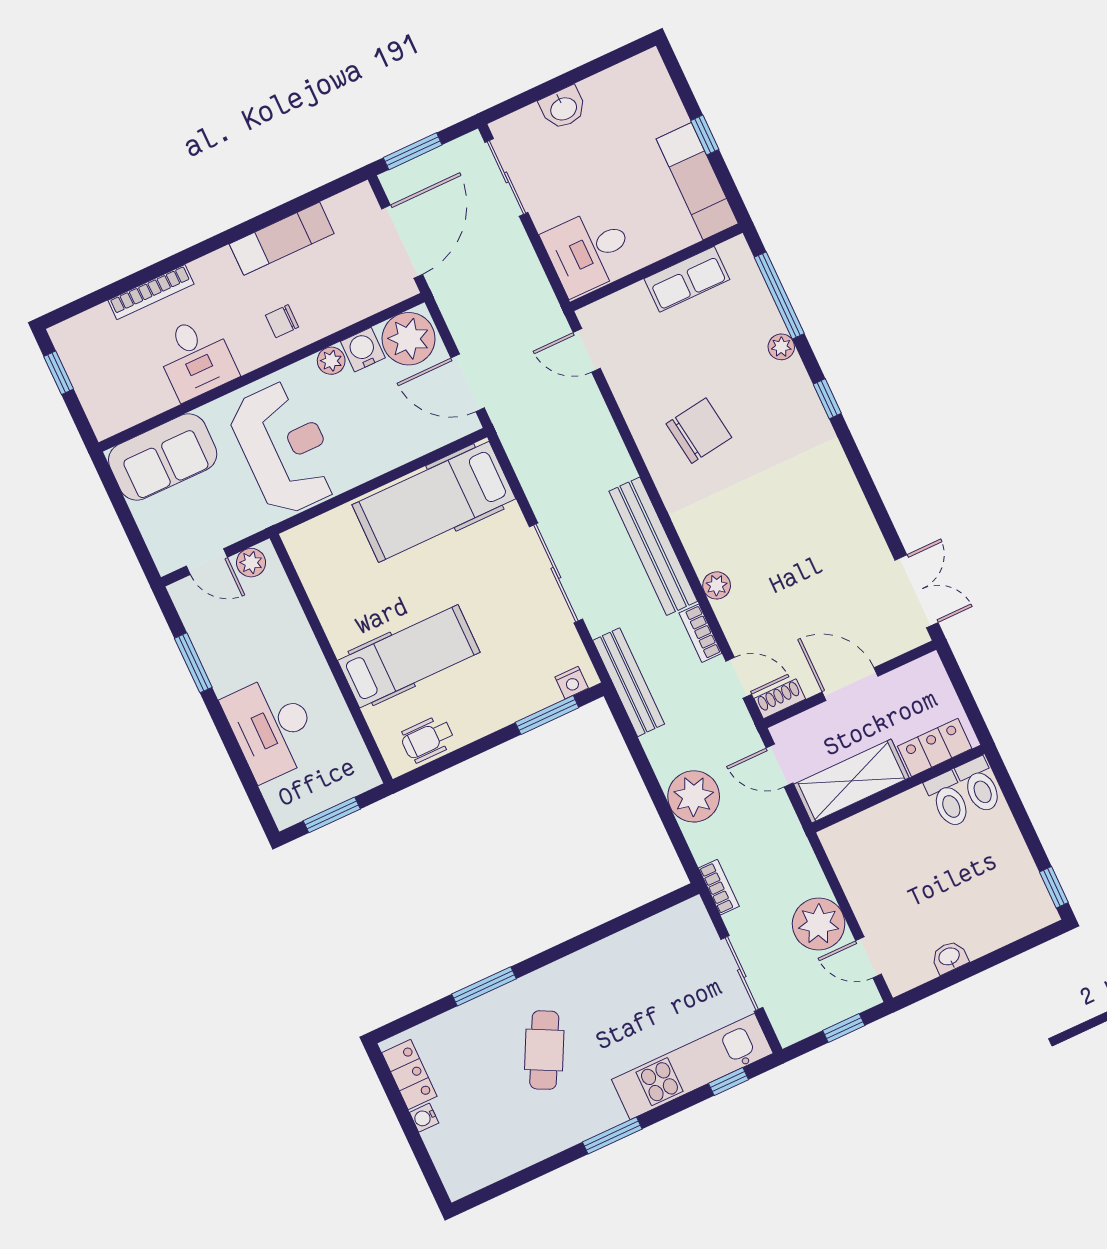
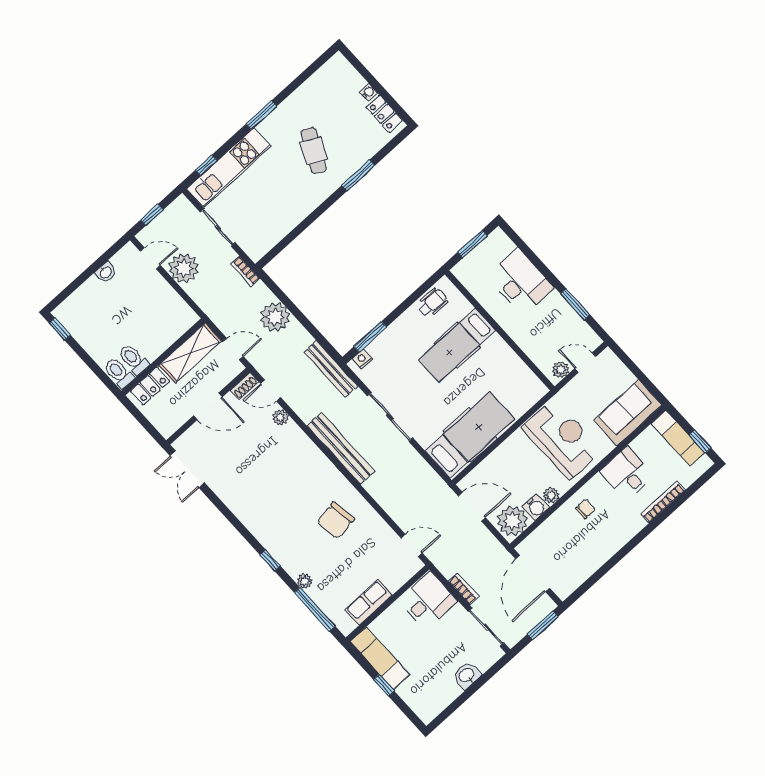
exam couch: (282, 239) -> (678, 438), moved, turned -90
reception desk: (285, 448) -> (562, 439), turned 180
plant: (717, 585) -> (280, 417), moved
bookcase: (700, 633) -> (464, 589), moved

